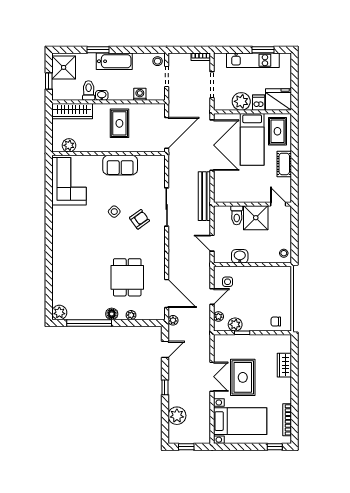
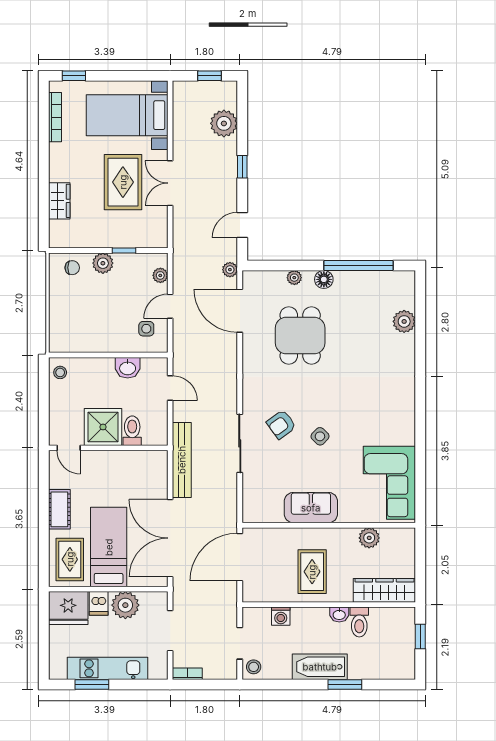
shower: (64, 67) -> (398, 657), removed
plant: (69, 145) -> (369, 538), moved
plant: (59, 313) -> (404, 321), moved
plant: (235, 324) -> (103, 263), moved

